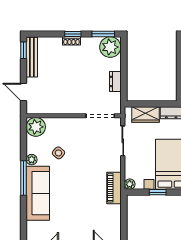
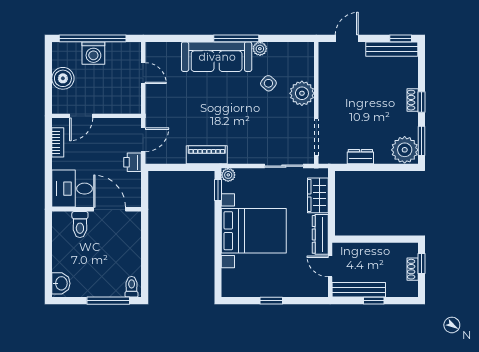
plant: (36, 127) -> (302, 93), moved
piano: (114, 188) -> (207, 155), moved
window: (158, 192) -> (218, 190), moved

